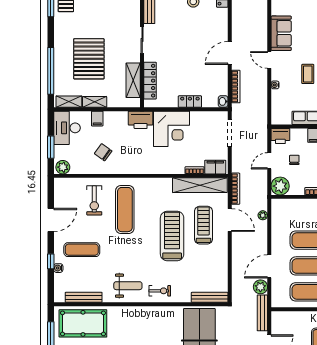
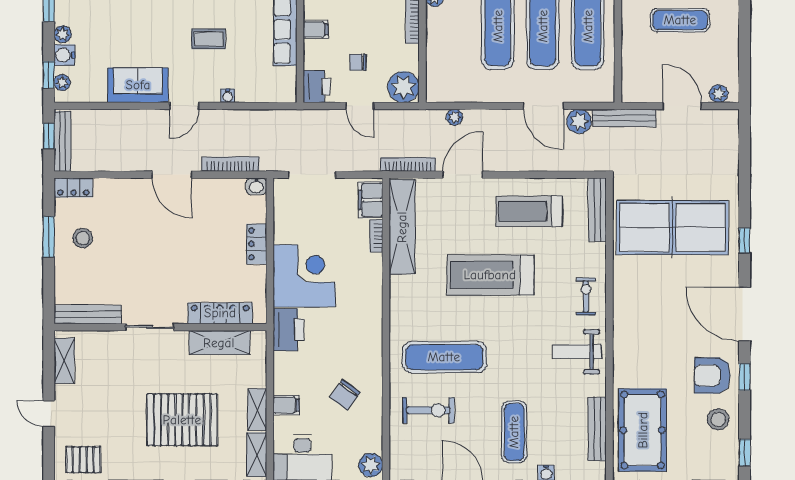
treadmill: (204, 225) -> (529, 211), moved
weight bench: (128, 286) -> (577, 352), turned -90

